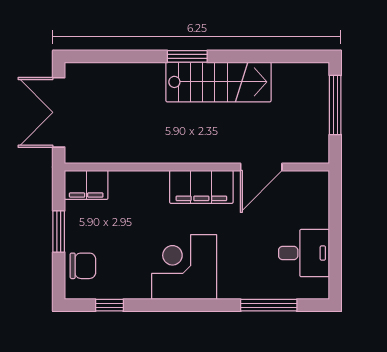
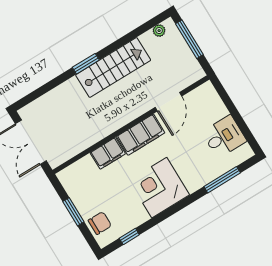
plant: (304, 71) -> (159, 31), added
filing cabinet: (86, 185) -> (108, 153), moved

